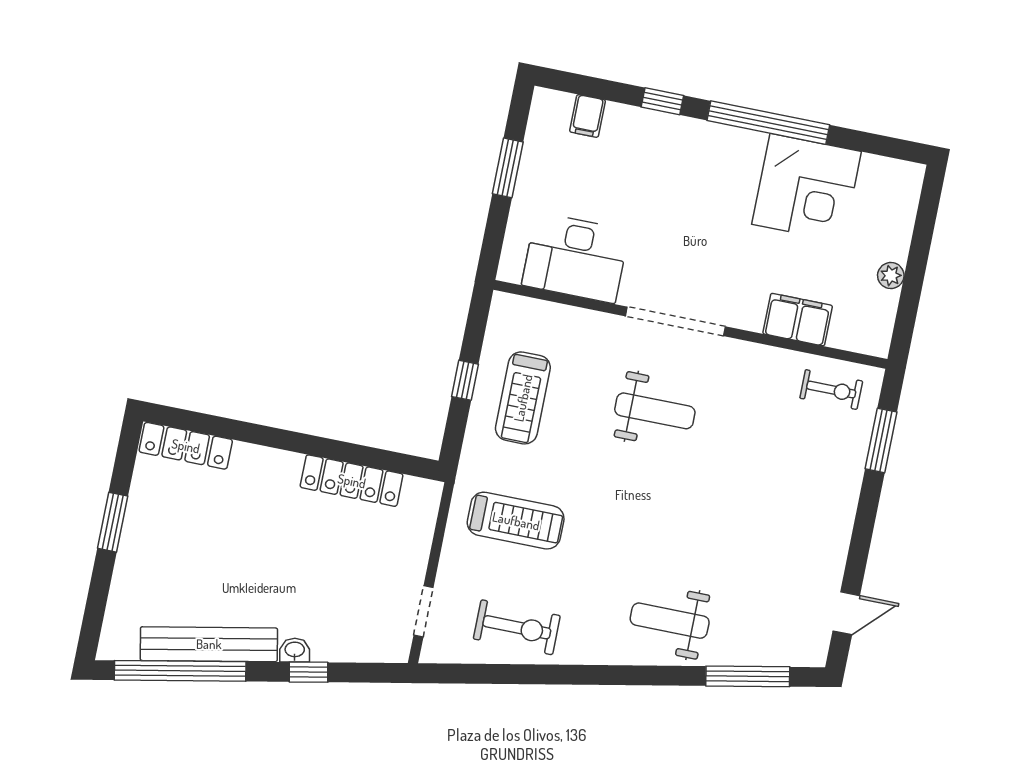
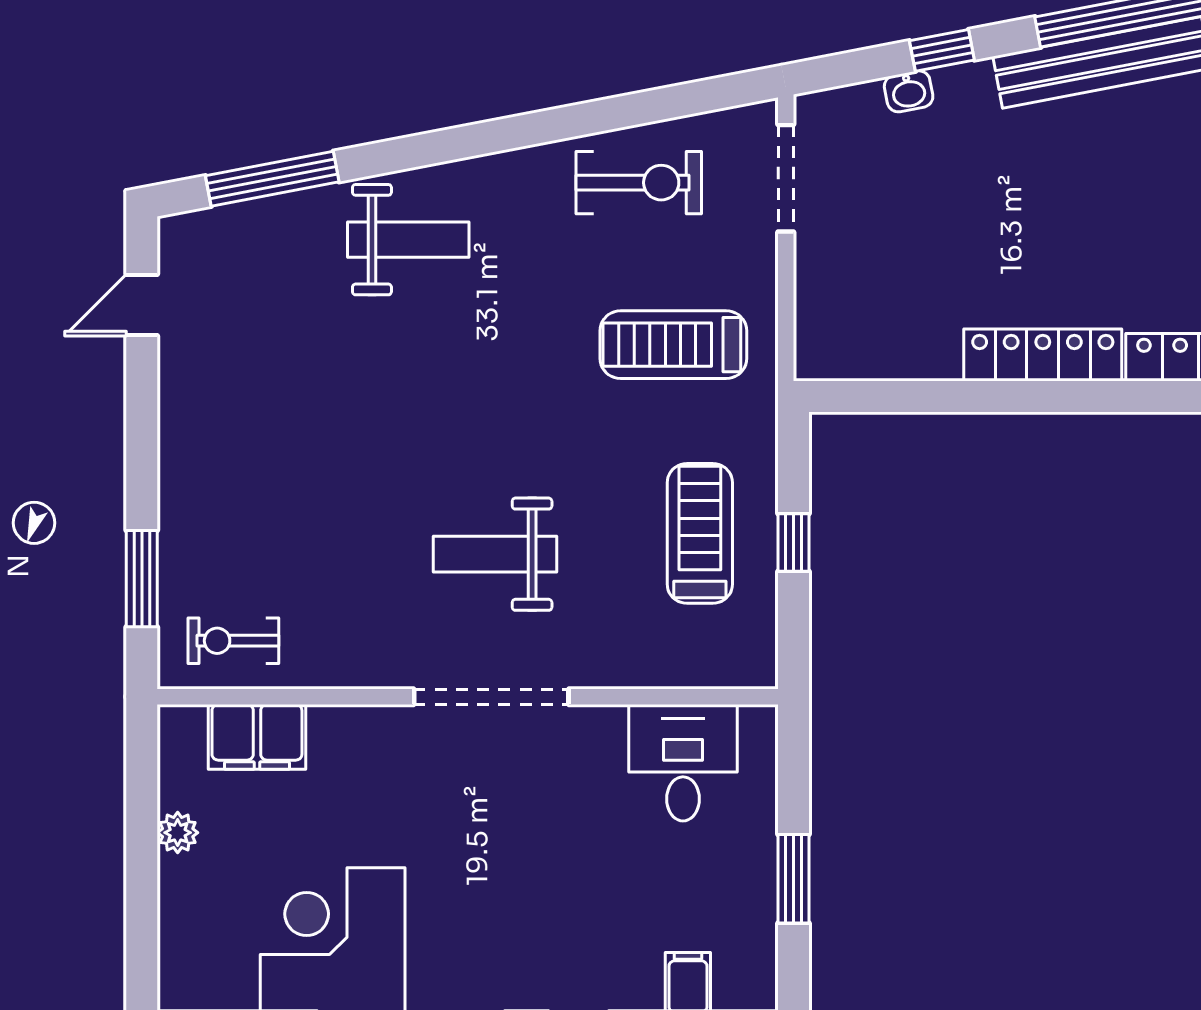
desk: (575, 258) -> (683, 763), width x0.73
filing cabinet: (798, 320) -> (257, 737), moved
locker: (352, 481) -> (1043, 355), moved
doorway: (423, 611) -> (786, 178), width x1.38
exercise bike: (517, 627) -> (639, 183), turned 180
washbasin: (295, 650) -> (909, 91), moved

